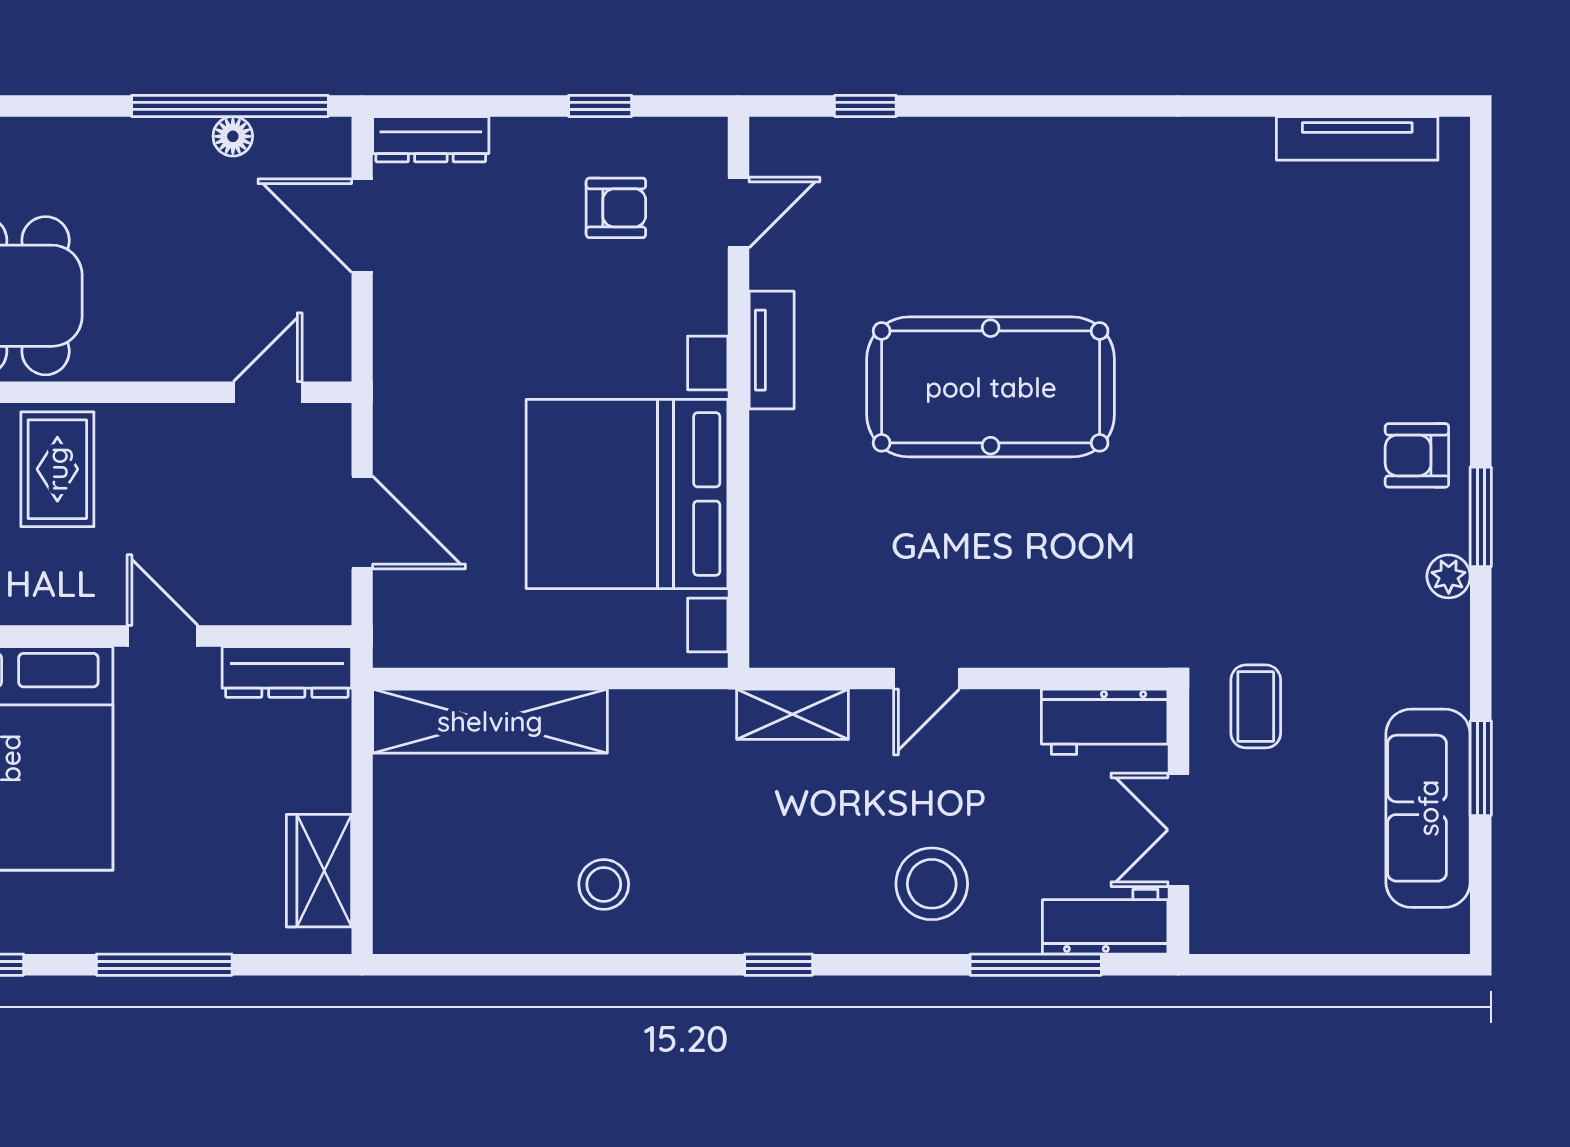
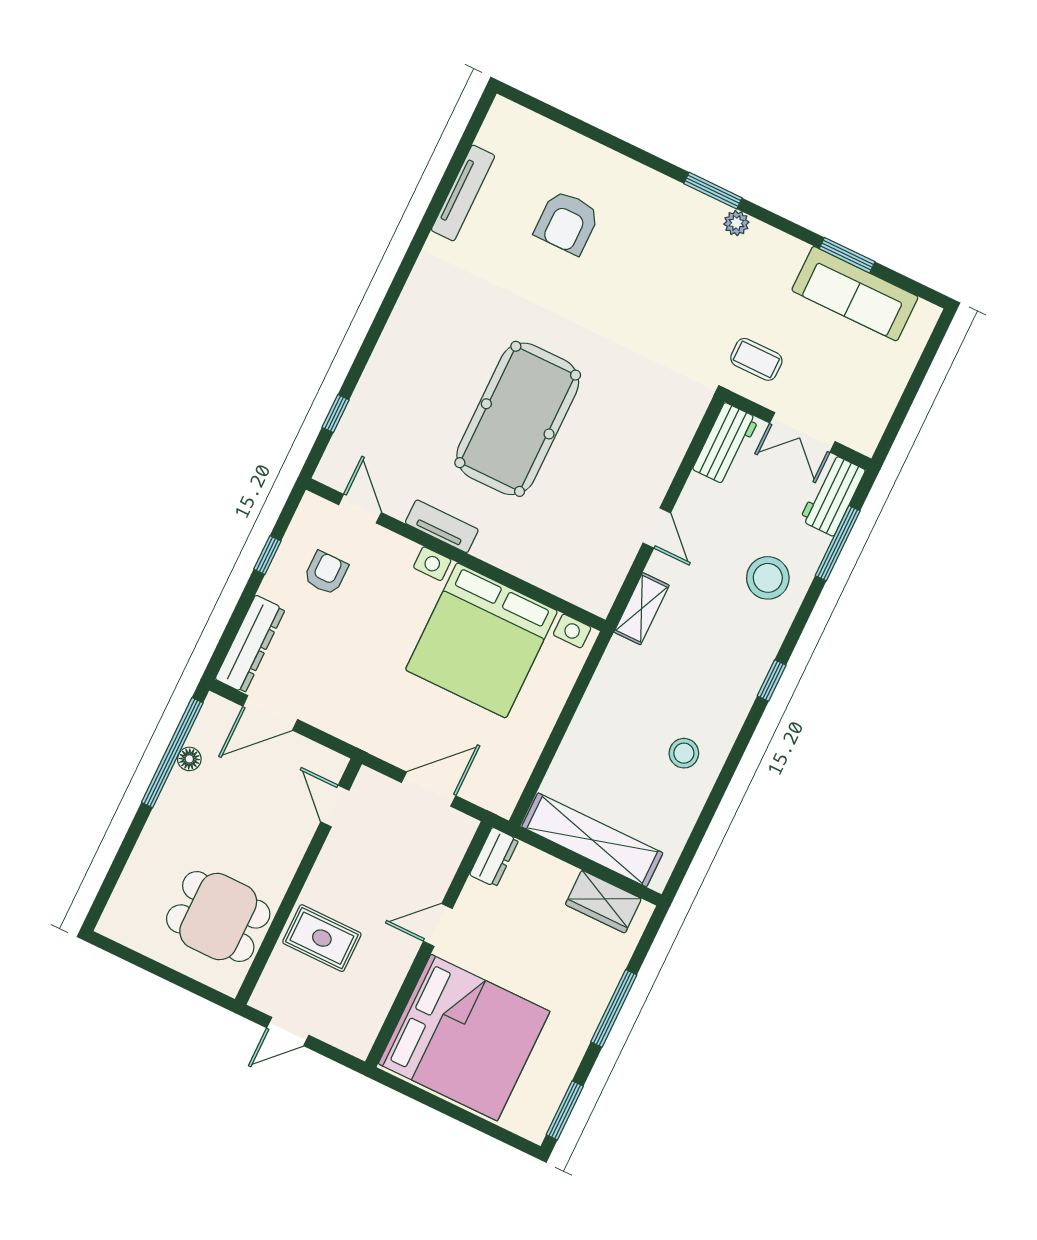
tv unit: (1357, 138) -> (463, 193), moved
dresser: (431, 139) -> (250, 644), width x1.37, depth x1.24
armchair: (1417, 455) -> (567, 222), moved, width x1.38, depth x1.38
dresser: (287, 672) -> (494, 857), width x0.70
shelving: (490, 721) -> (592, 840), moved, turned 90

